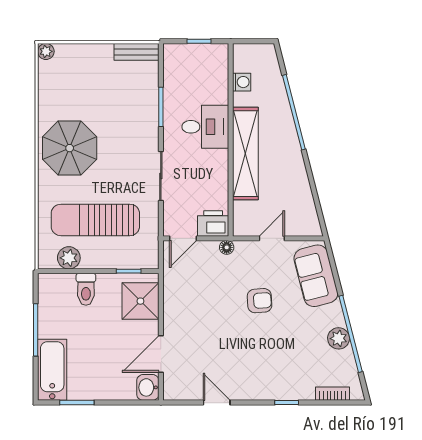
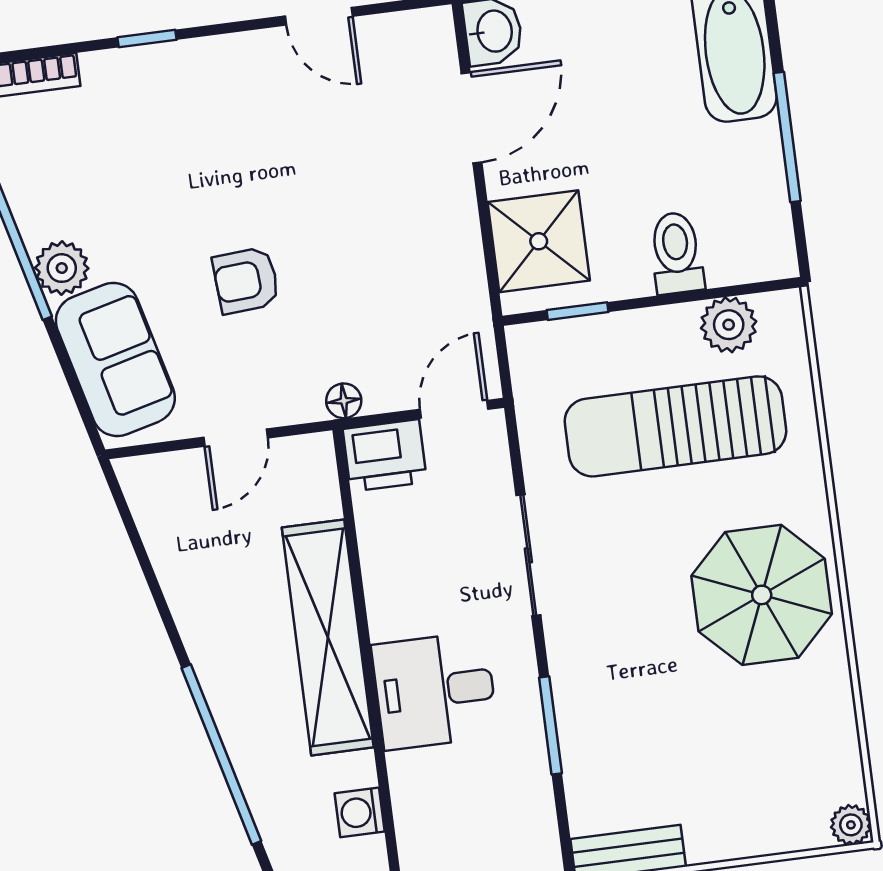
sun lounger: (95, 220) -> (675, 426), turned 180
plant: (339, 338) -> (62, 268), moved

